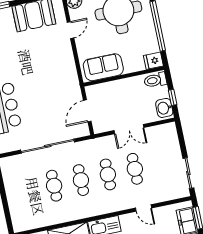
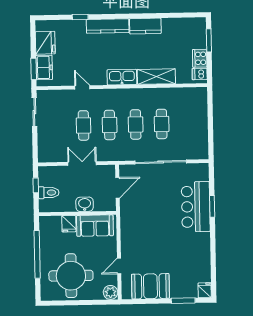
fridge: (153, 61) -> (69, 224), moved, turned 90
toilet: (155, 80) -> (49, 193), moved
washbasin: (164, 108) -> (85, 204), moved, turned -90

